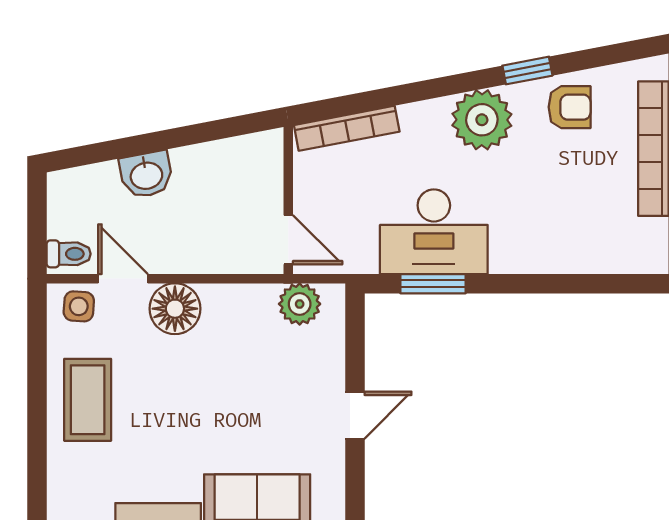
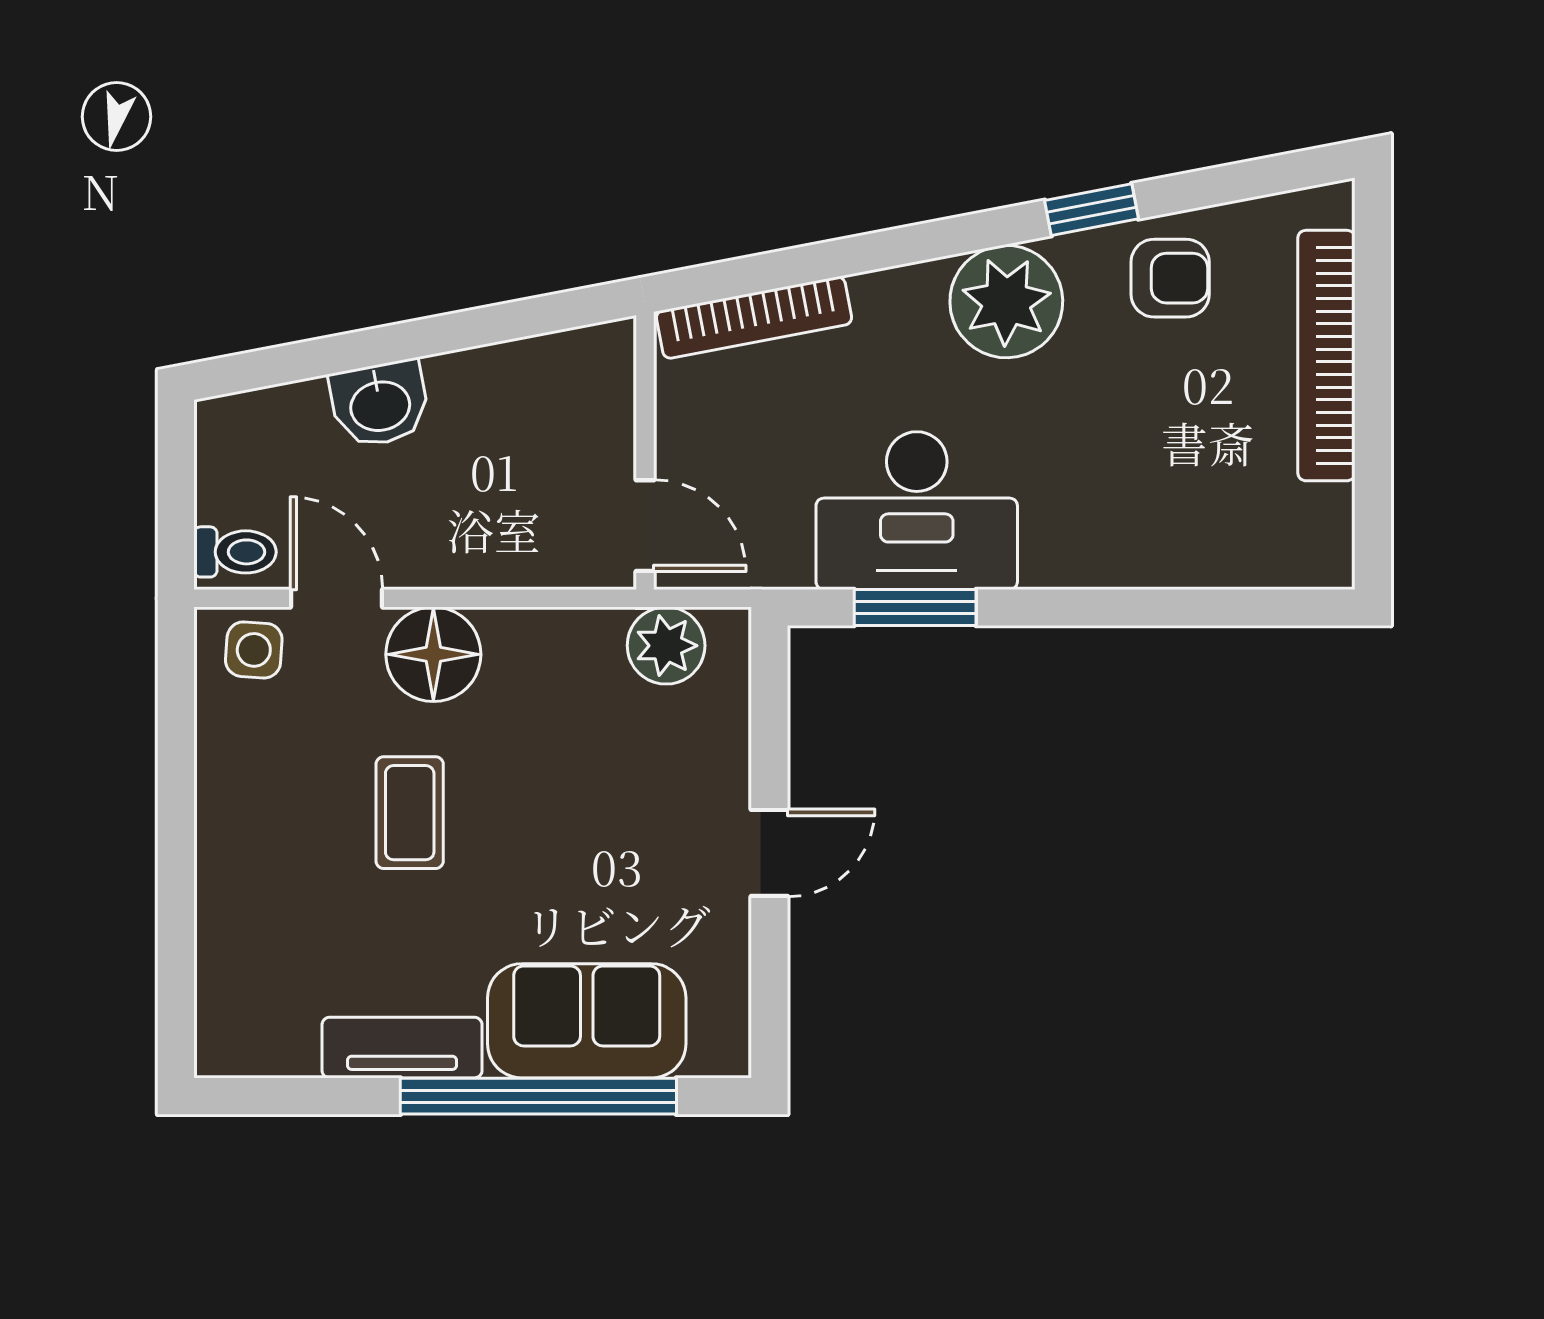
coffee table: (88, 400) -> (410, 813), moved, width x0.73, depth x0.77

